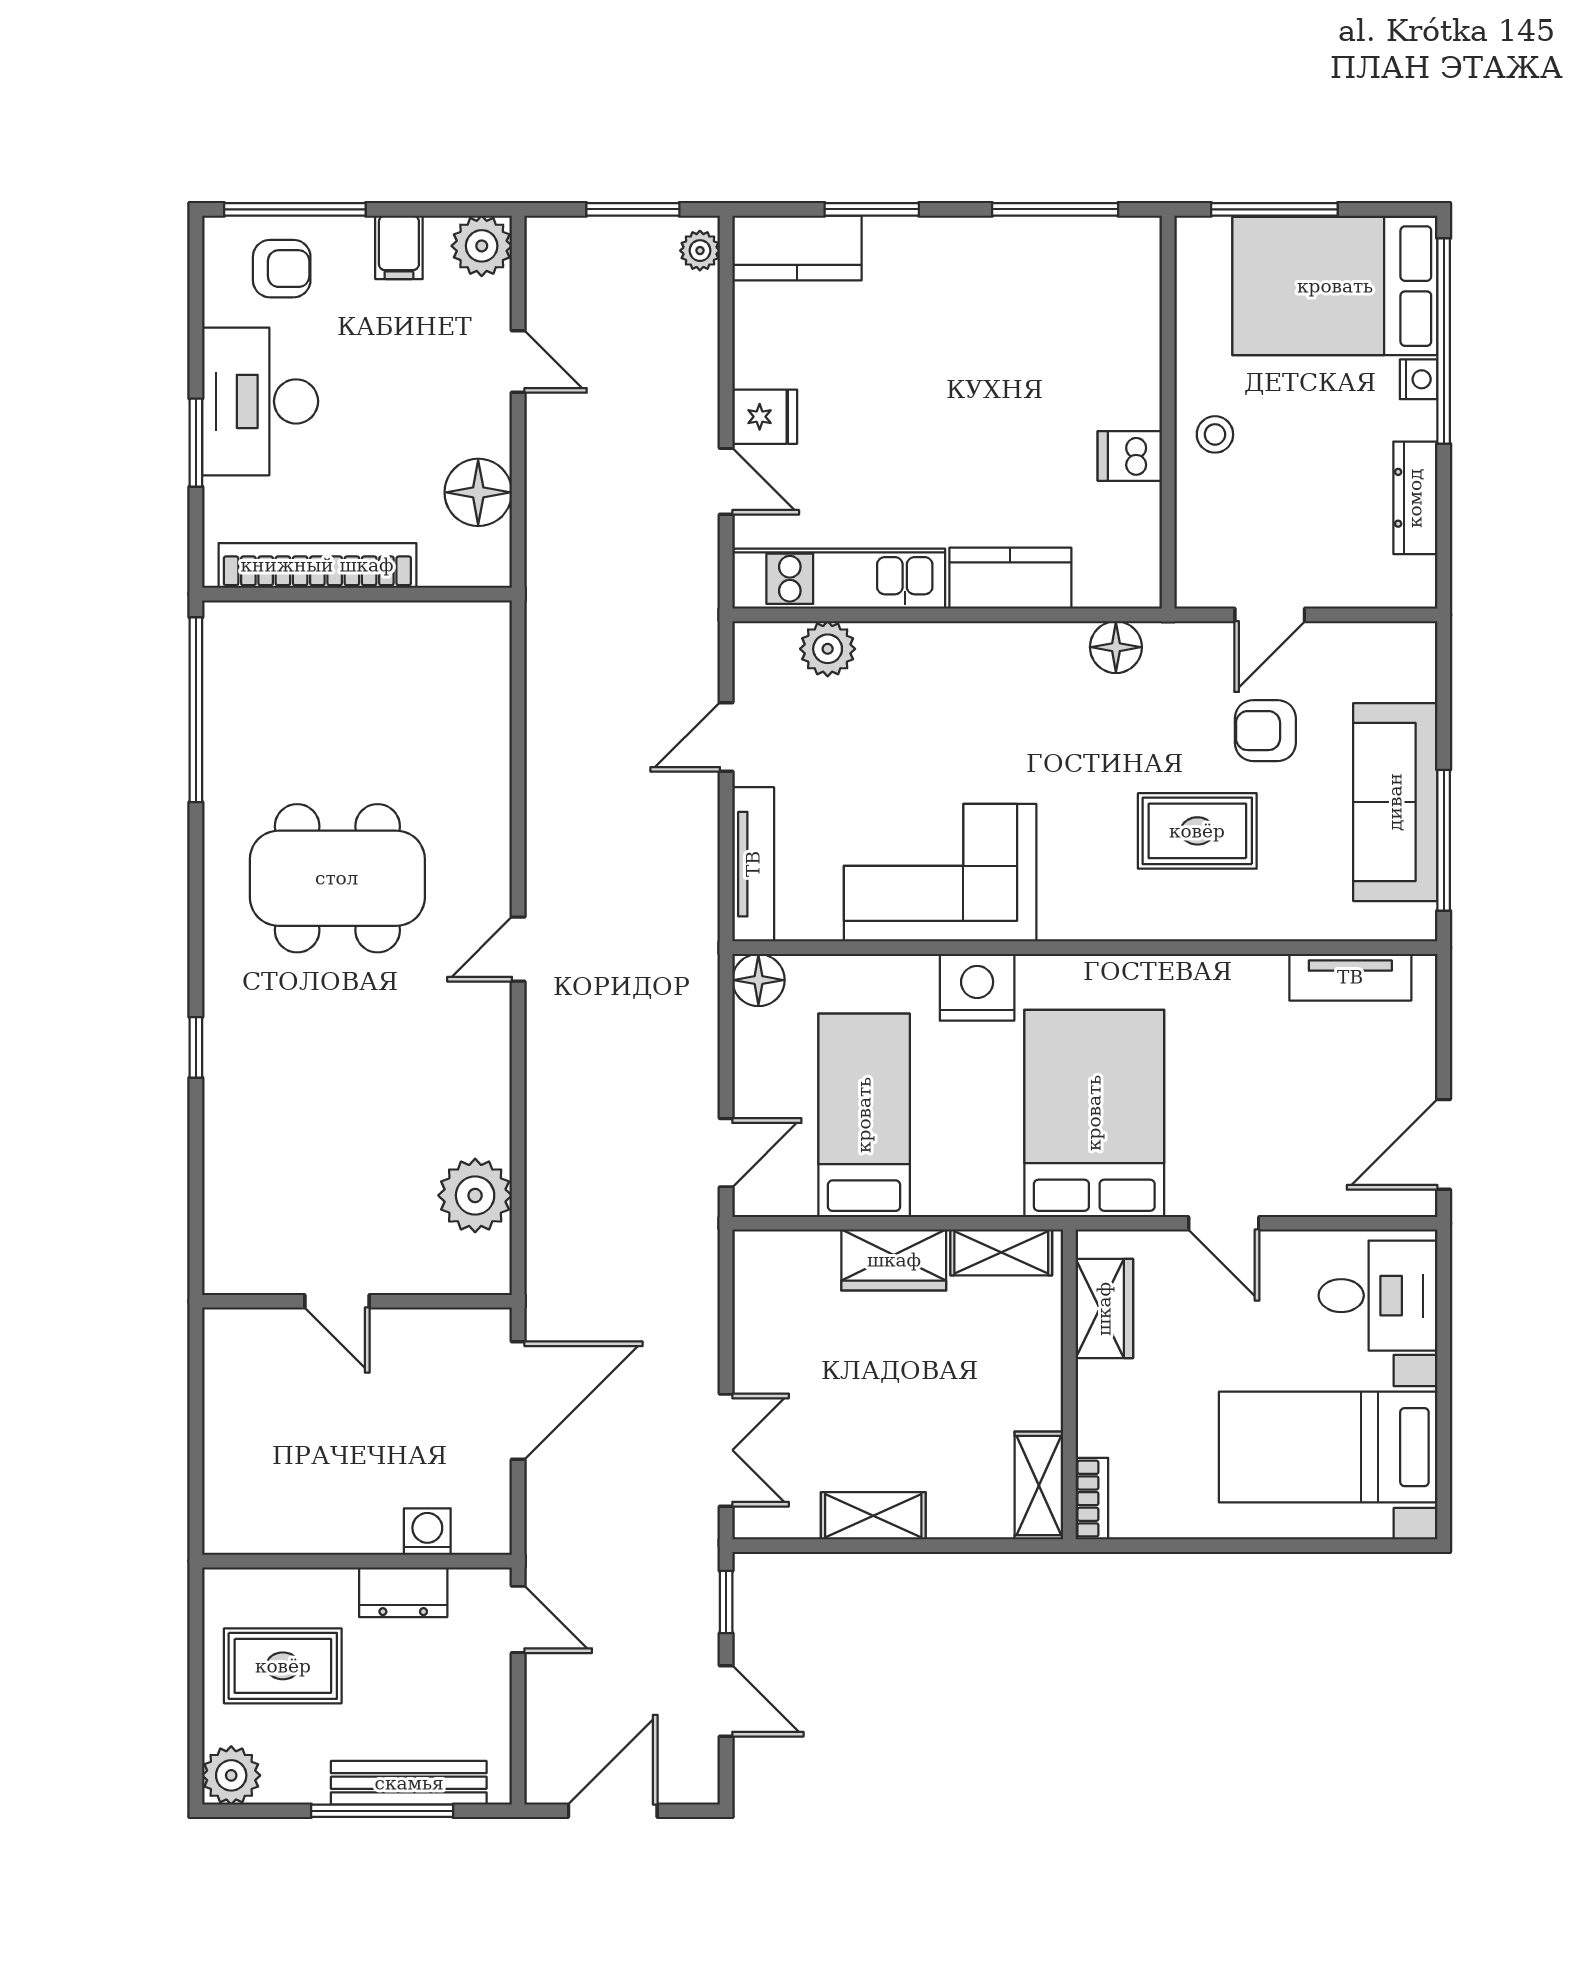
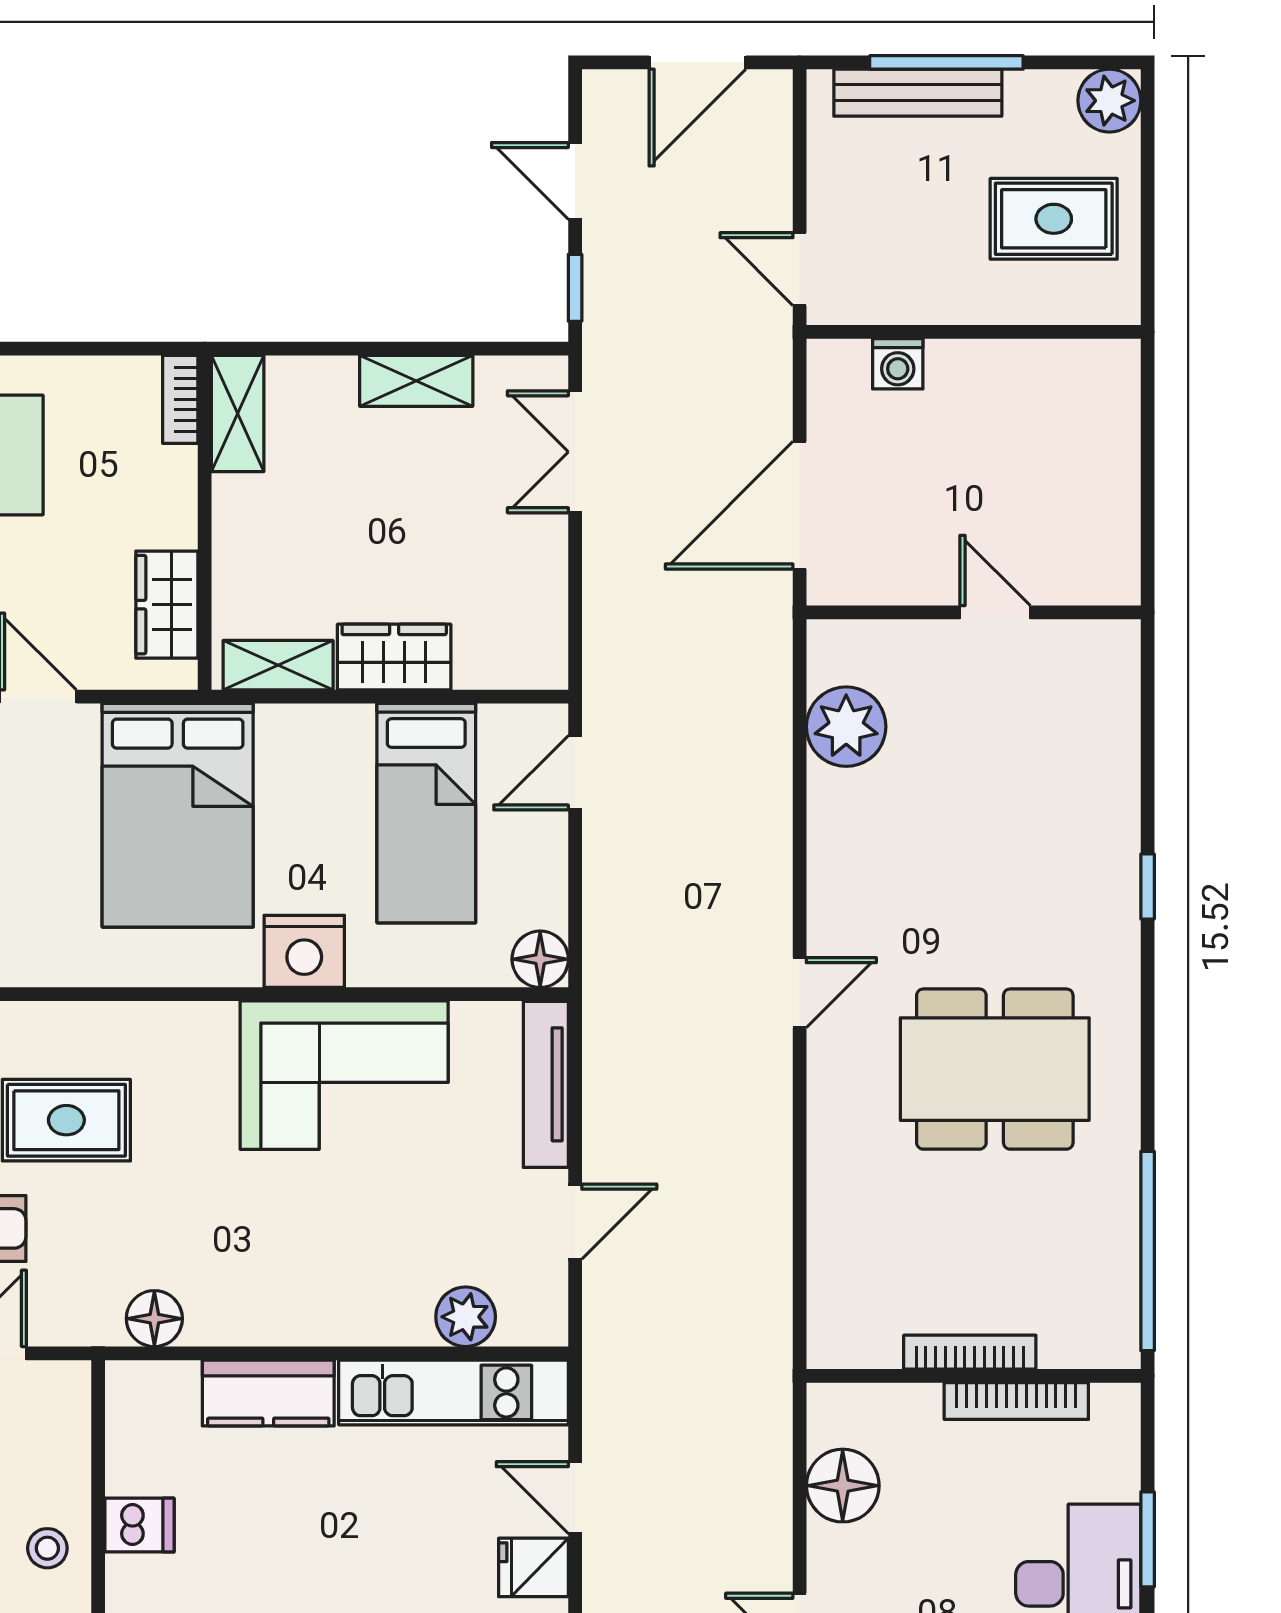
bookcase: (317, 565) -> (1016, 1401), width x0.68, depth x0.76
bookcase: (361, 616) -> (970, 1352), added
dresser: (403, 1592) -> (924, 298), removed

